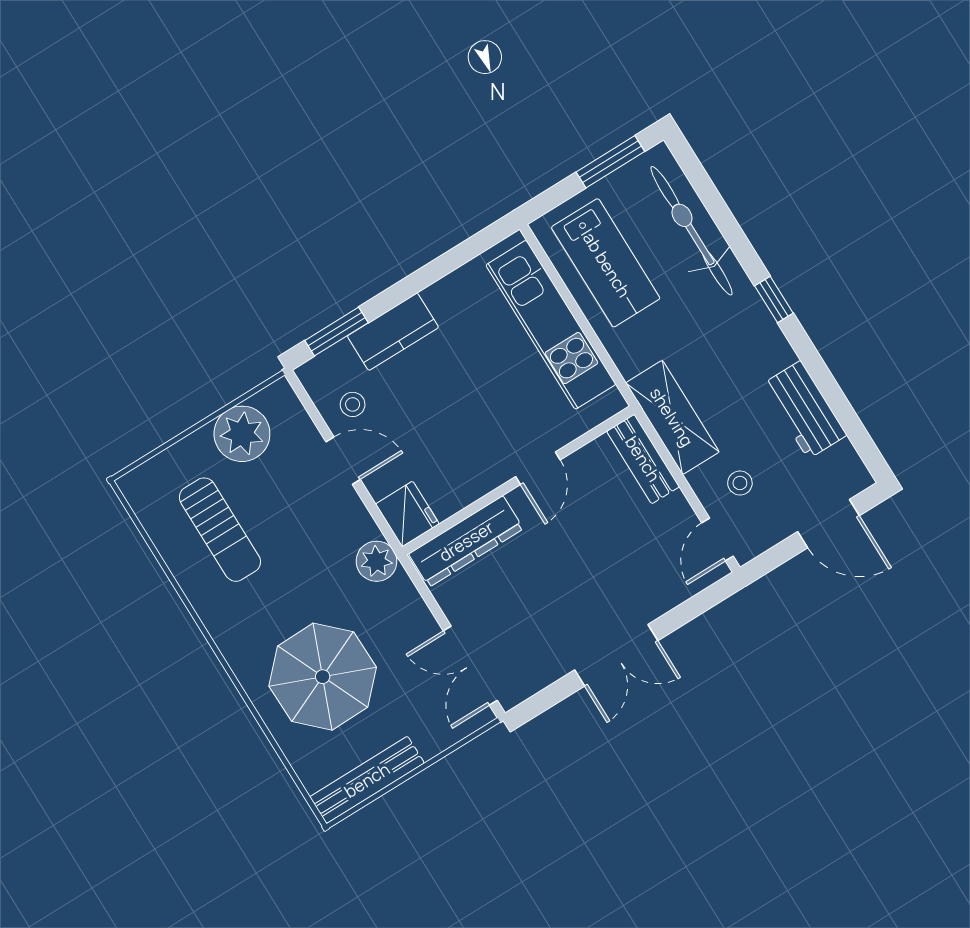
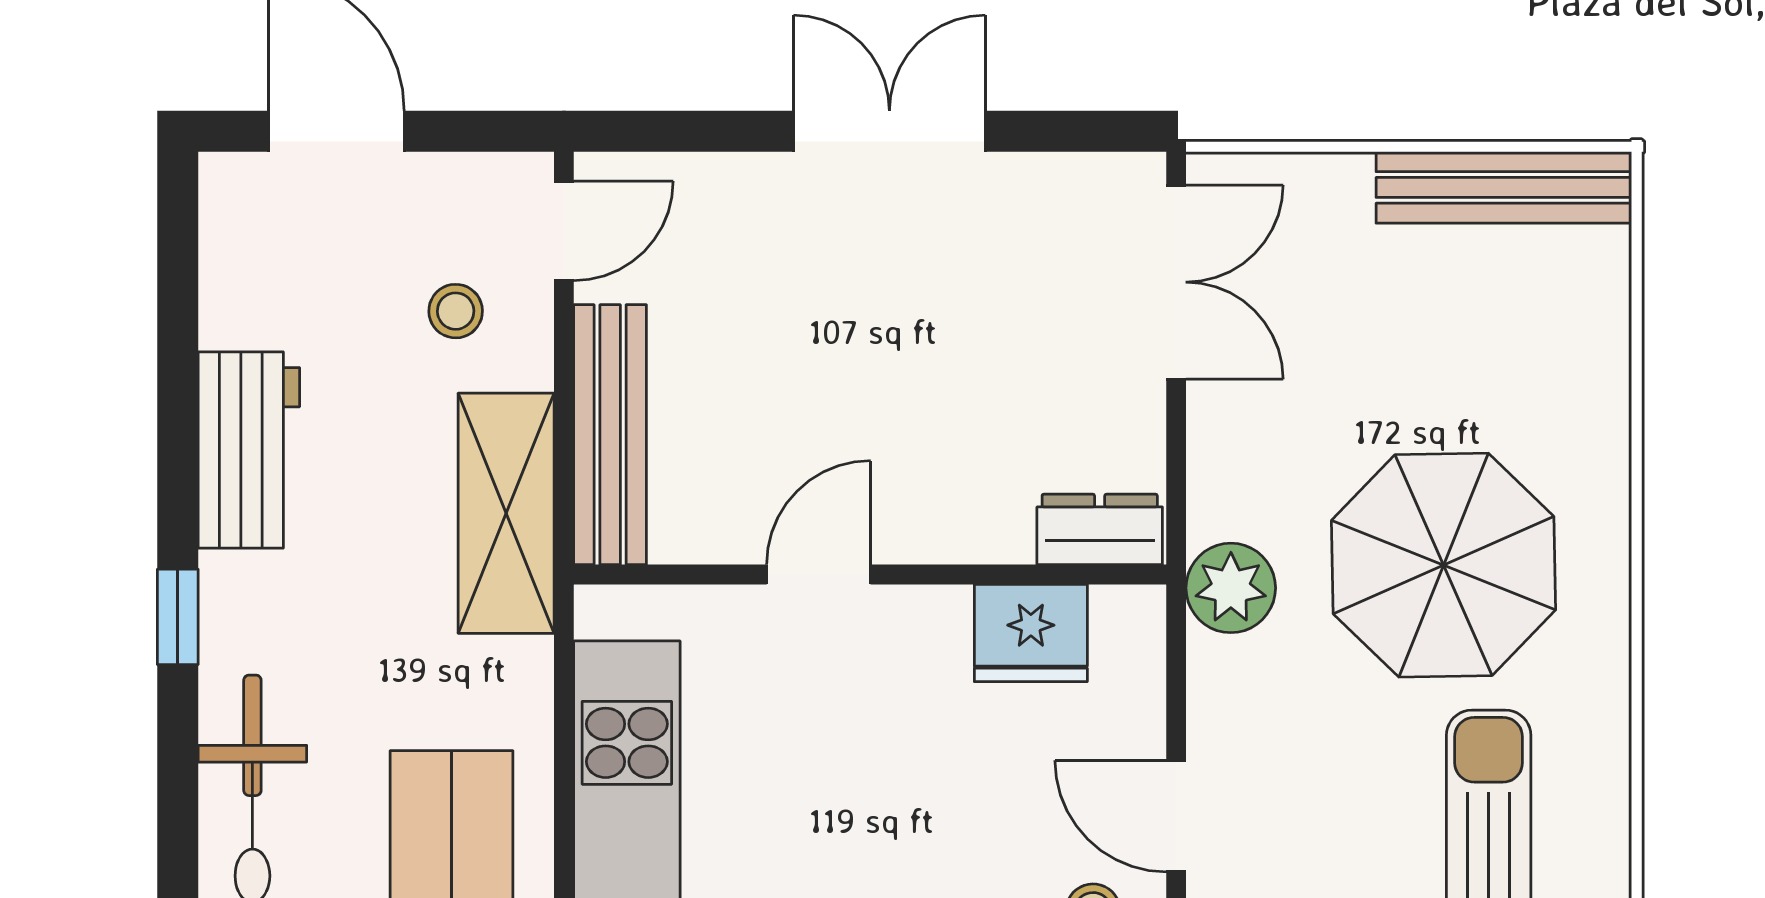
workbench: (804, 410) -> (249, 450), moved
bench: (643, 459) -> (610, 435), width x1.36
fridge: (407, 514) -> (1031, 633), moved, turned -90
dresser: (466, 541) -> (1100, 529), width x0.51, depth x0.80
parasol: (323, 677) -> (1444, 565), moved

